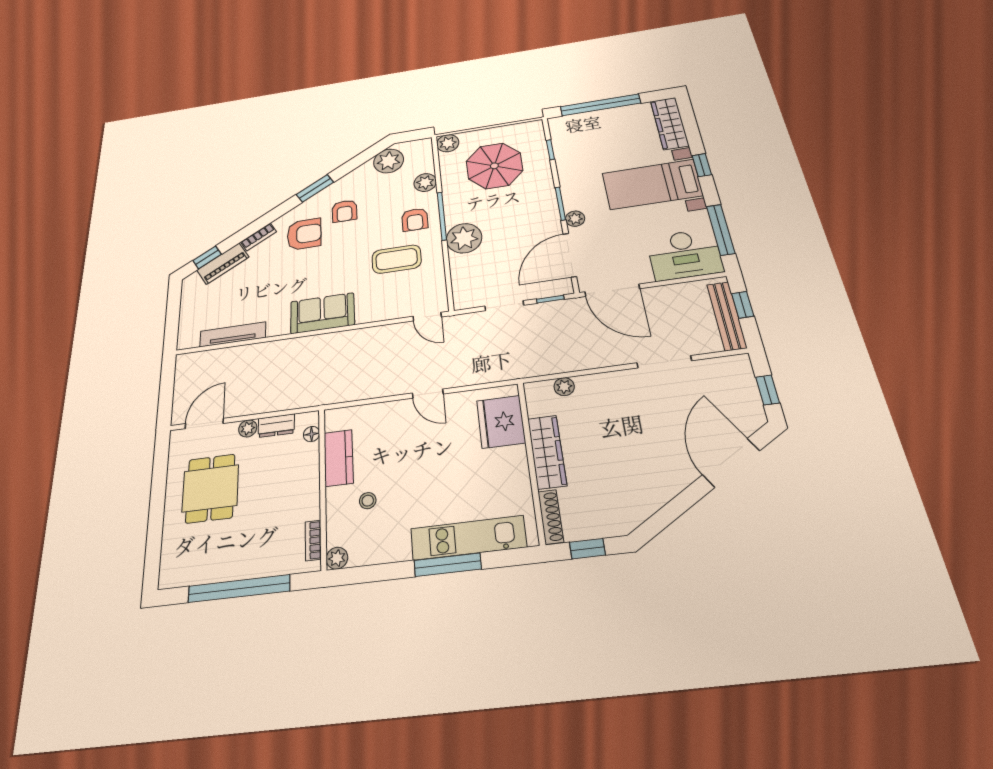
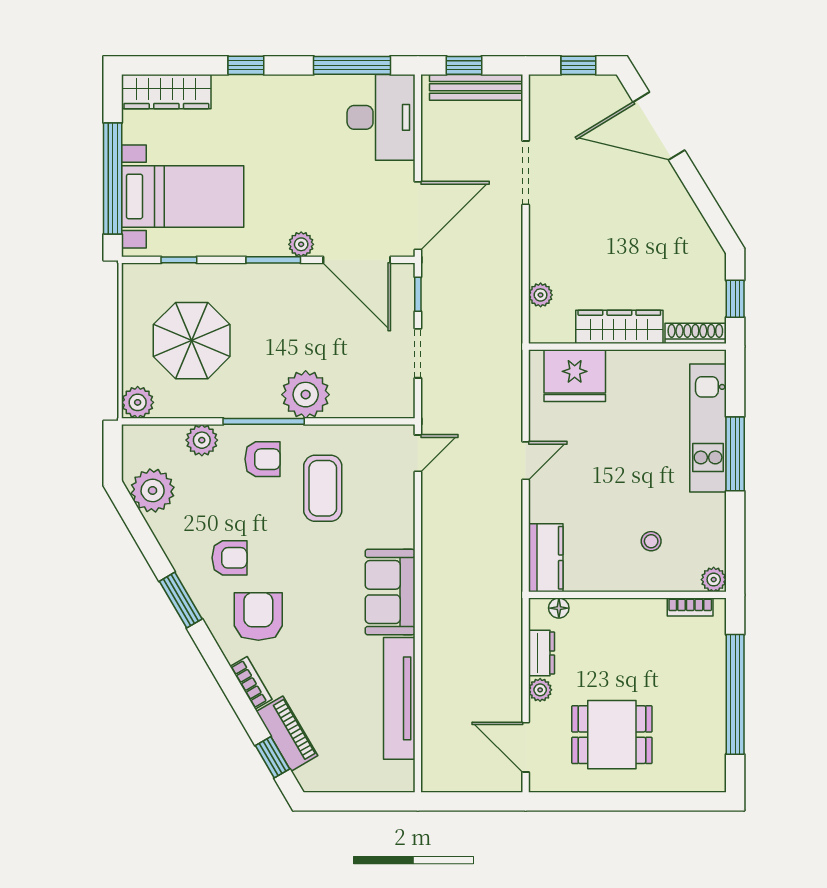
bed with nightstands: (652, 184) -> (183, 196), moved, turned -90
tv unit: (233, 334) -> (399, 698), width x1.36, depth x1.29
kitchen counter: (339, 458) -> (546, 558), moved, turned 90

